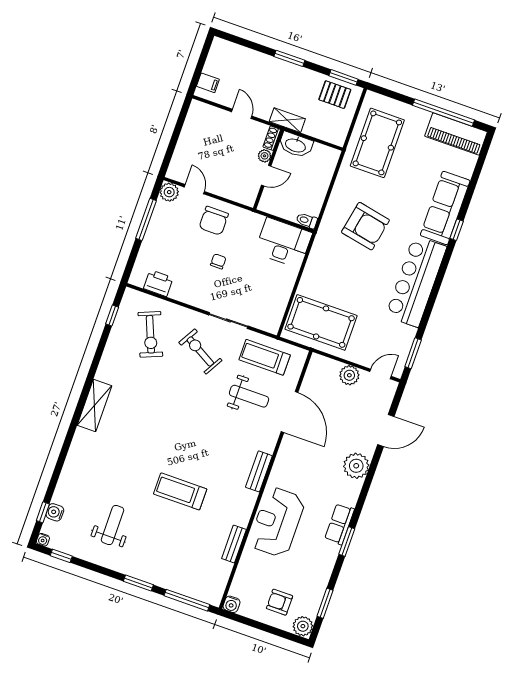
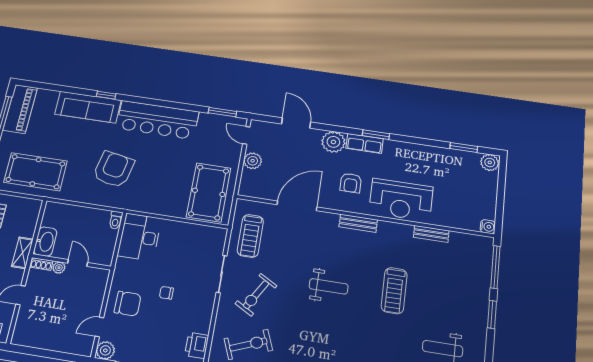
weight bench: (249, 396) -> (329, 286), moved, turned 90
row of seats: (340, 524) -> (365, 143), moved
window: (347, 542) -> (376, 135), moved
armchair: (280, 602) -> (351, 183), moved

